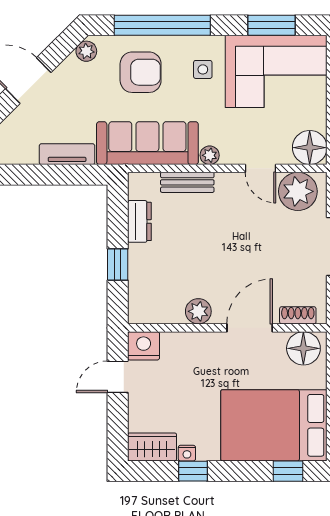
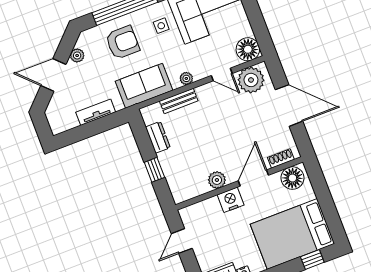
plant: (86, 51) -> (77, 55), moved
sofa: (147, 143) -> (144, 86), width x0.73
nightstand: (144, 346) -> (231, 200), moved

